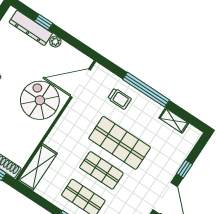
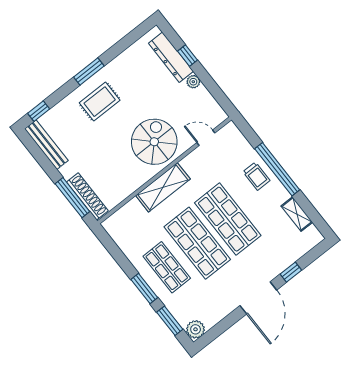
door: (80, 83) -> (206, 138), width x0.53
trolley: (120, 99) -> (256, 176), moved
shelving: (38, 167) -> (163, 187), moved
shop shelf: (101, 170) -> (197, 243), width x1.43, depth x1.36

